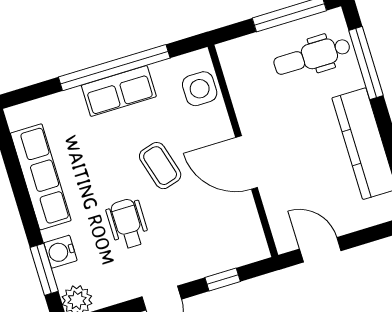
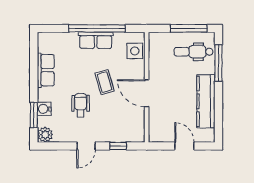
row of seats: (41, 177) -> (46, 70), width x0.68
door: (320, 250) -> (184, 146), moved

